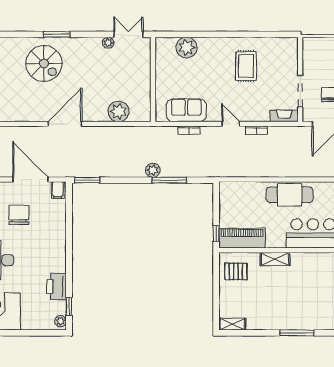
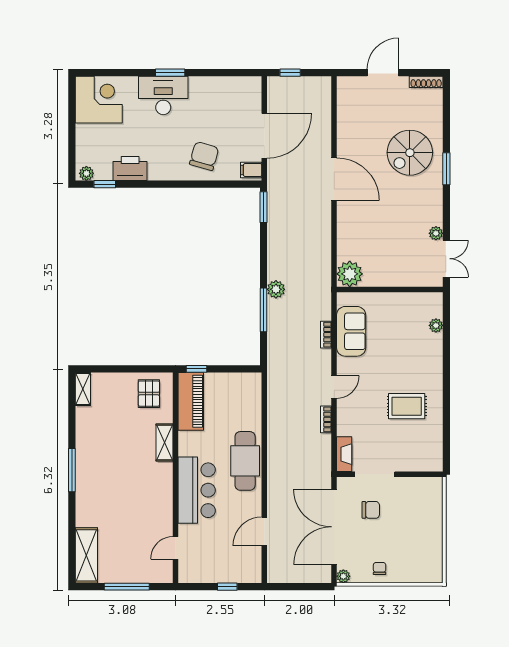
plant: (187, 48) -> (436, 325), width x0.53, depth x0.53
plant: (119, 111) -> (350, 274), moved
chair: (19, 215) -> (204, 156), moved, turned -74

